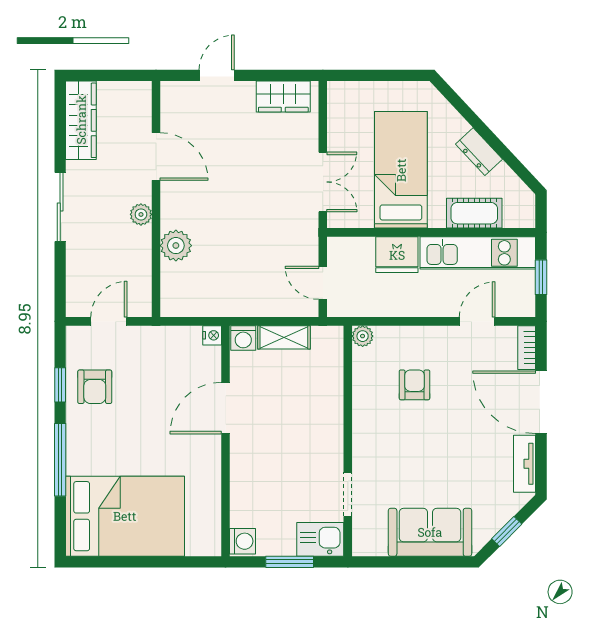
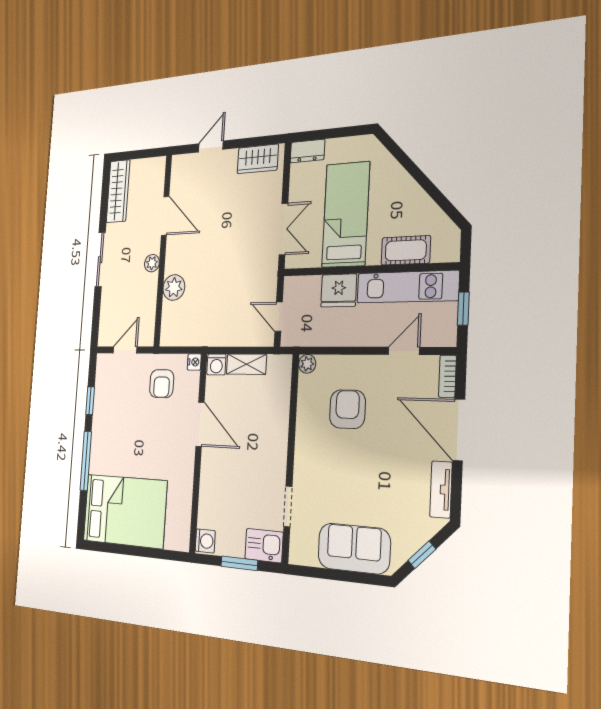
dresser: (479, 152) -> (307, 151), moved, turned -47
armchair: (414, 385) -> (347, 409), width x1.38, depth x1.38
armchair: (95, 387) -> (162, 384), moved
door: (226, 408) -> (200, 424), swing flipped

